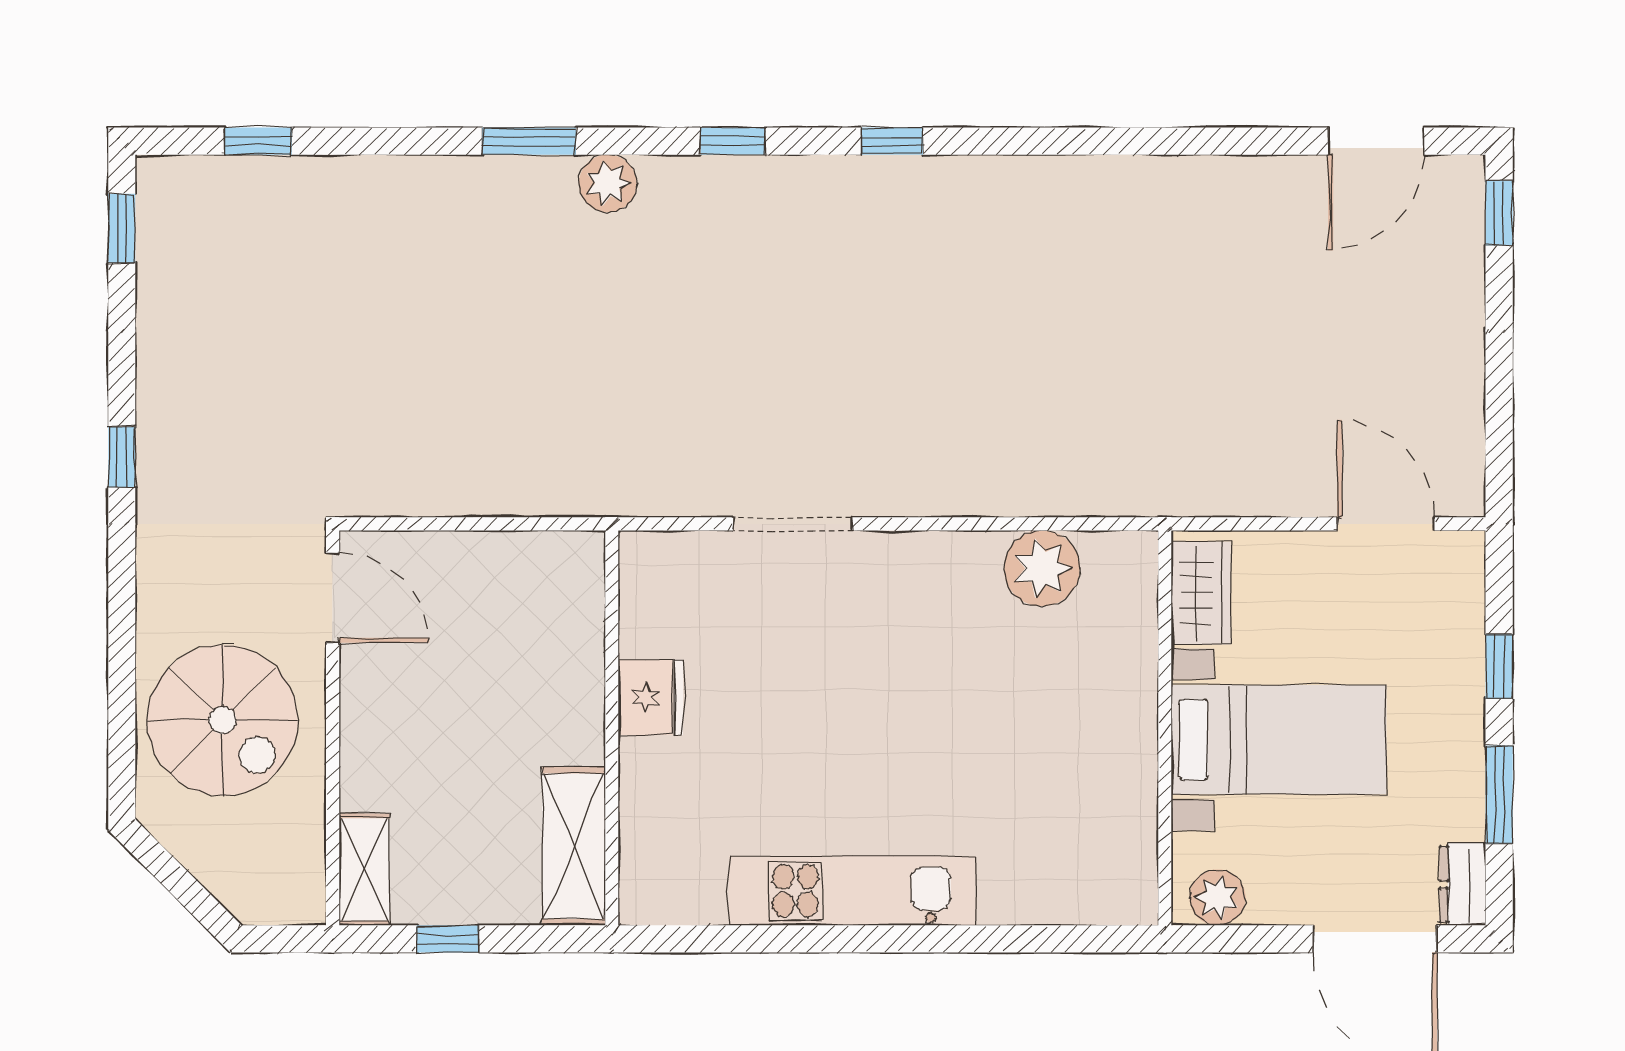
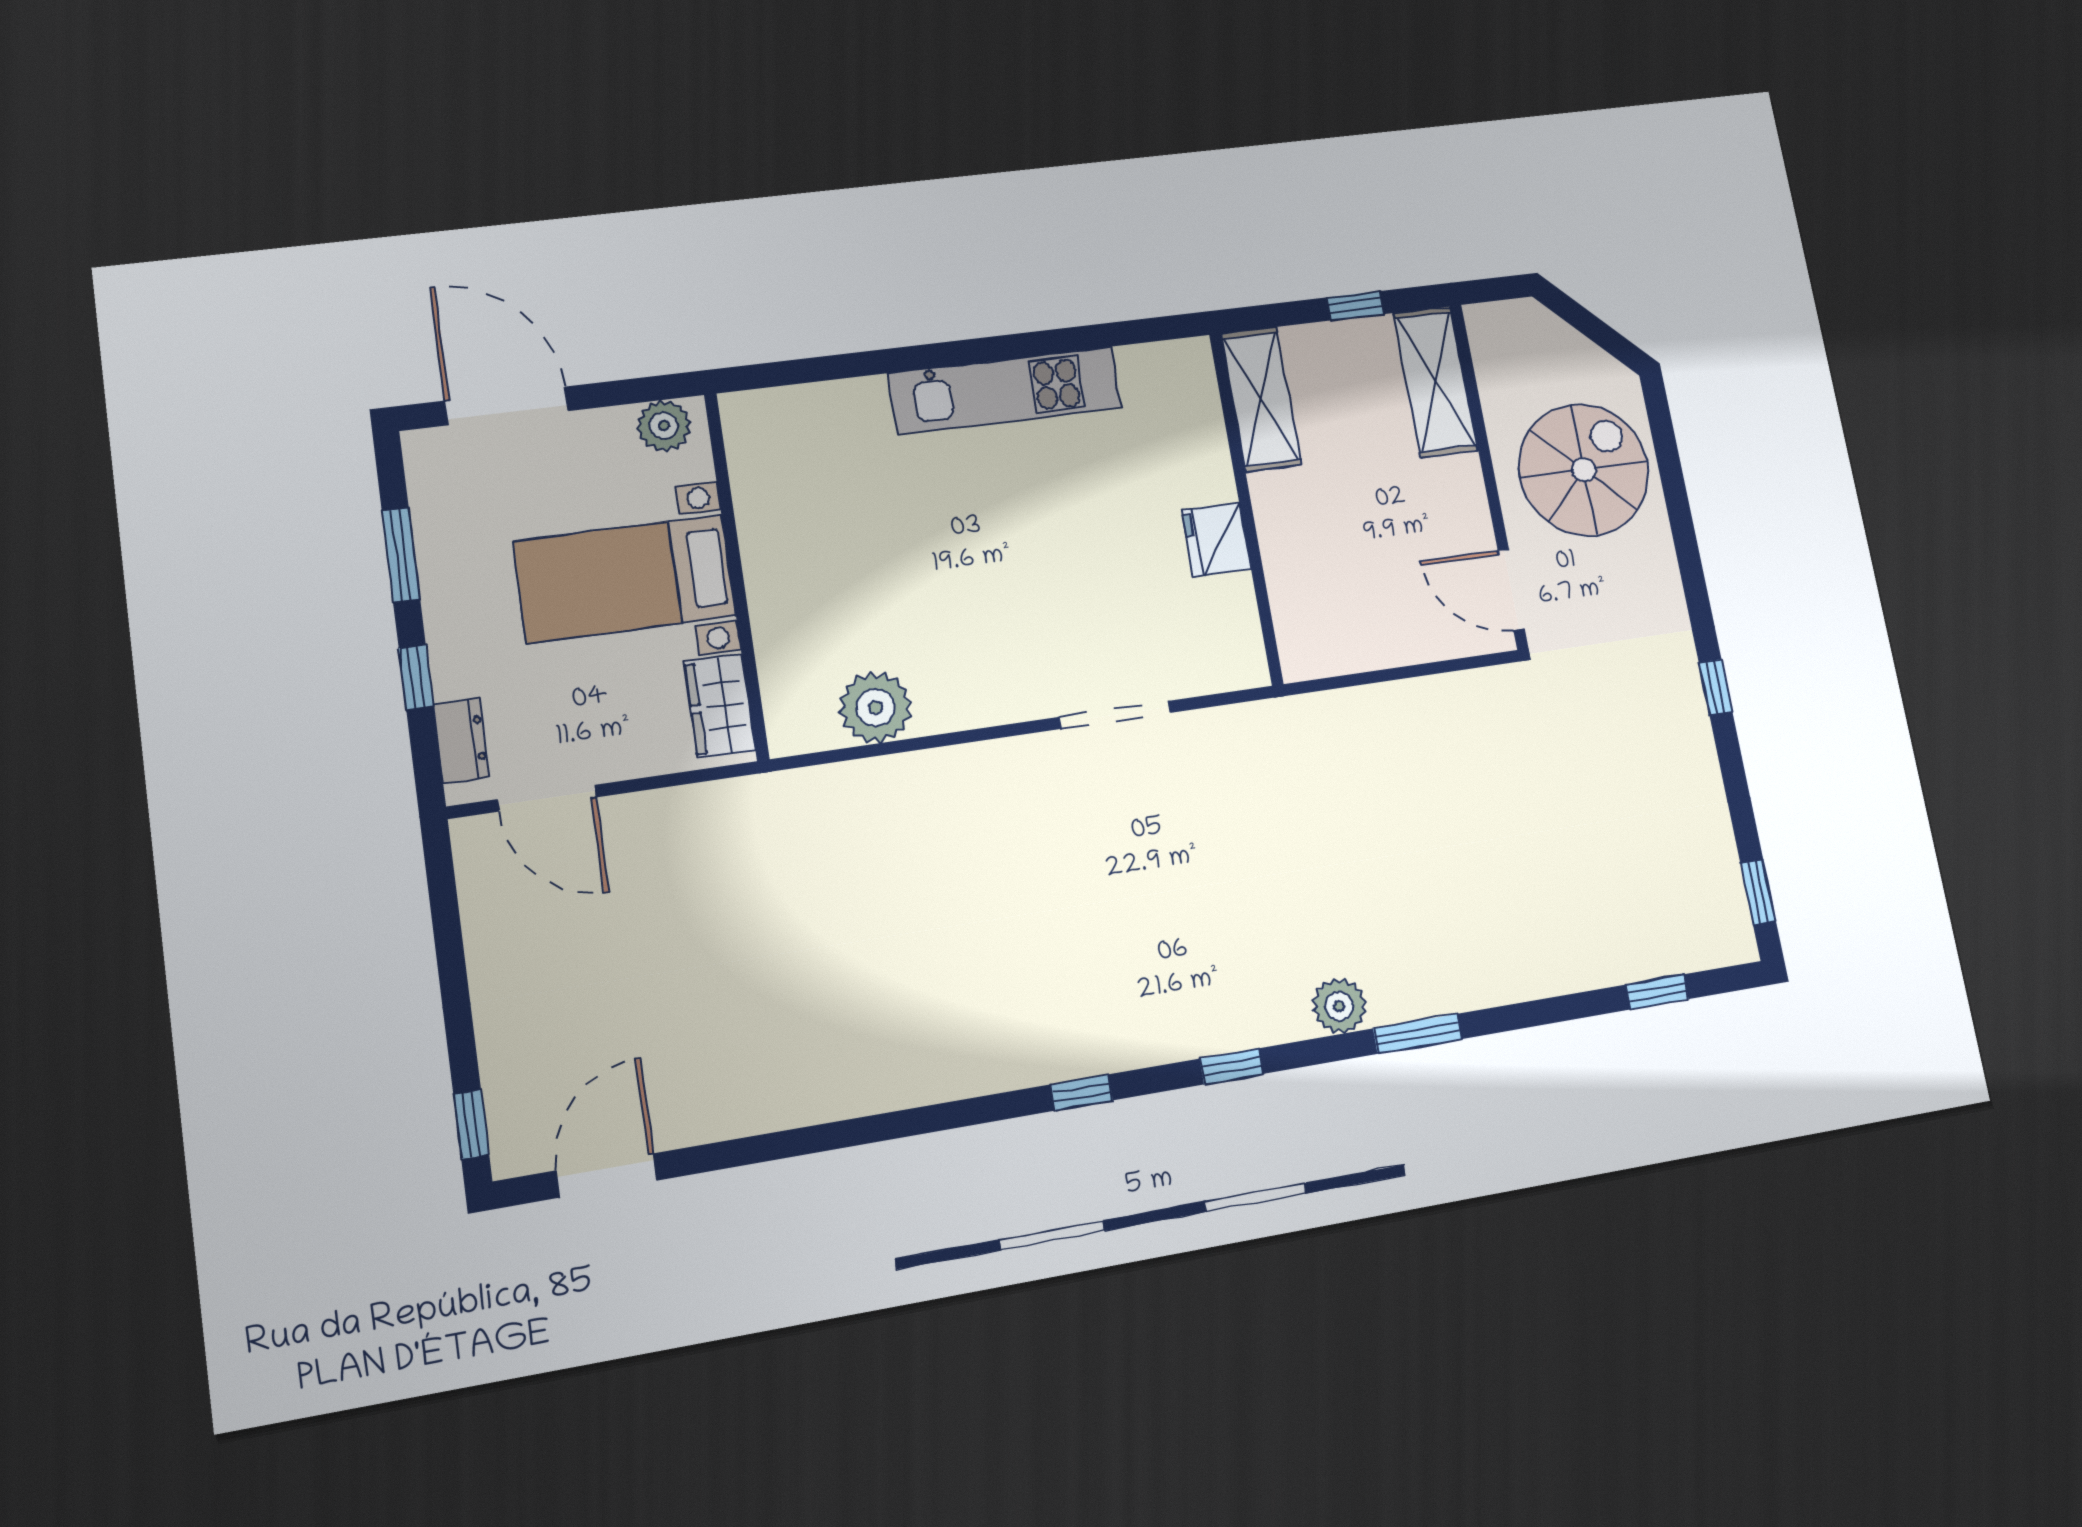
spiral stairs: (222, 720) -> (1584, 470), turned 90
shelving: (364, 869) -> (1436, 382), width x1.50, depth x1.33
dresser: (1463, 884) -> (461, 740), moved

